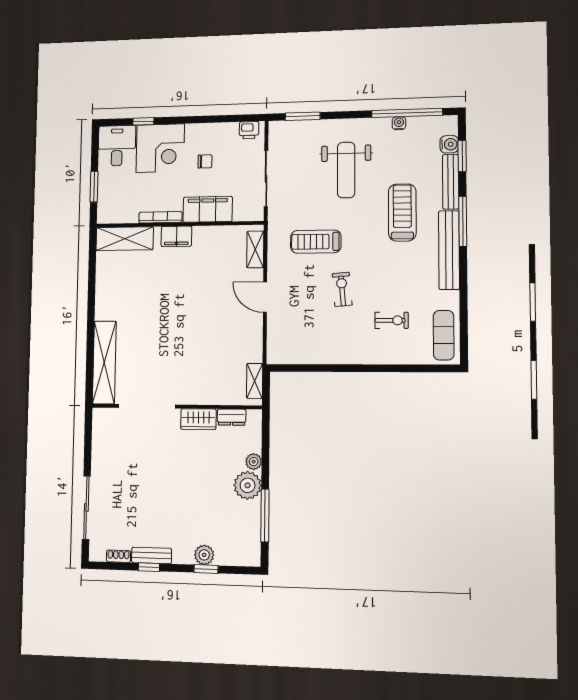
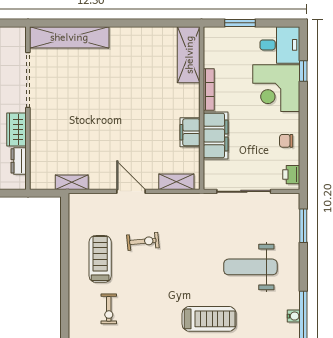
chair: (205, 161) -> (286, 141), moved, turned 90
filing cabinet: (176, 236) -> (190, 132), moved
treadmill: (316, 242) -> (100, 259), moved
exercise bike: (342, 289) -> (143, 241), moved
door: (265, 297) -> (131, 191), hinge flipped
shelving: (255, 381) -> (72, 182), moved

